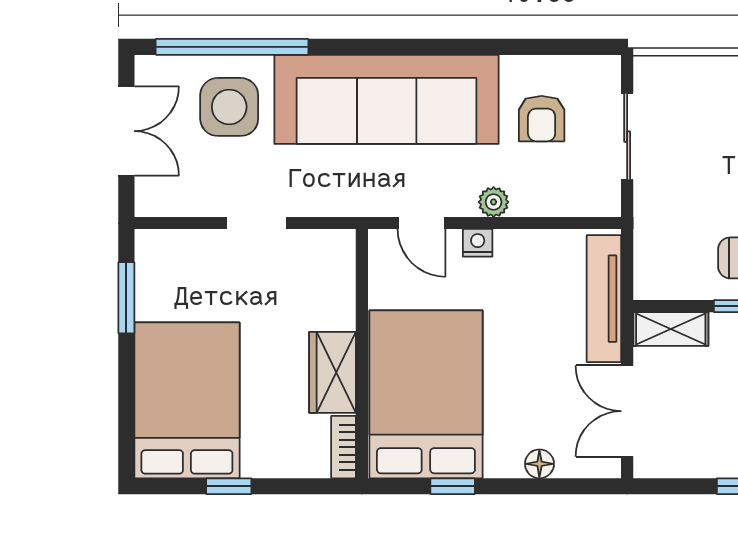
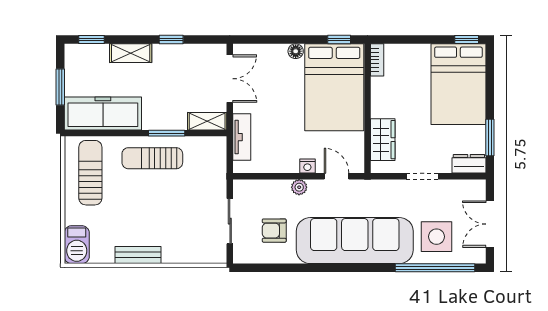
armchair: (542, 119) -> (274, 231), turned -90
dresser: (167, 247) -> (469, 164), added
tv unit: (604, 299) -> (242, 137), width x0.71
wardrobe: (333, 372) -> (383, 140), moved
floor lamp: (539, 464) -> (296, 51), moved
window: (229, 486) -> (467, 40), moved
window: (453, 486) -> (339, 40), moved

